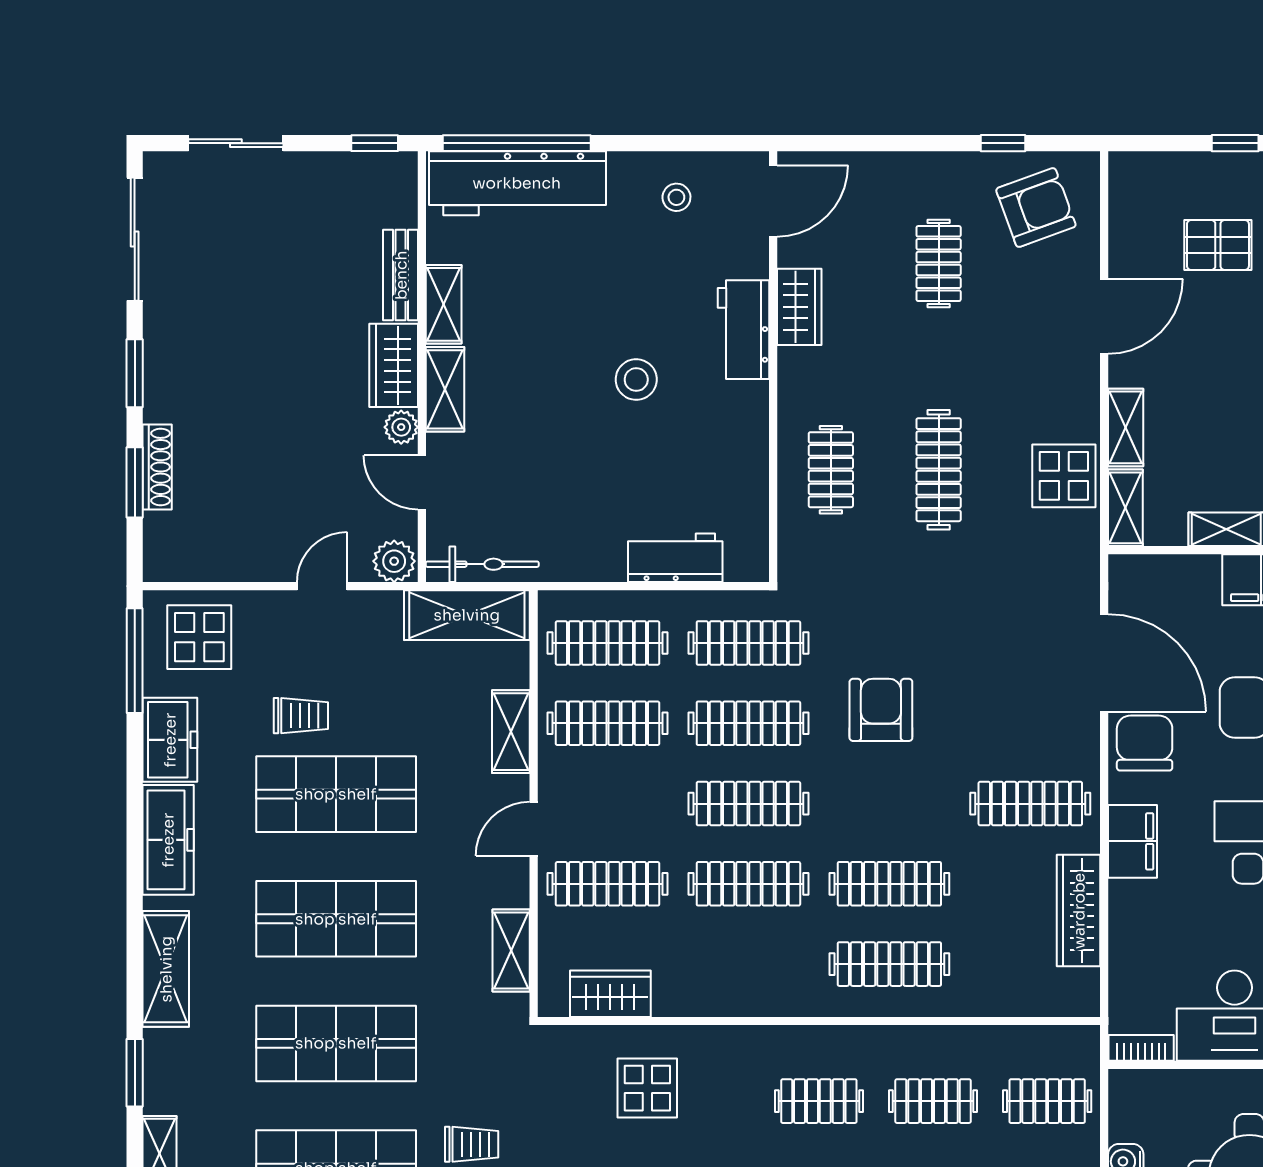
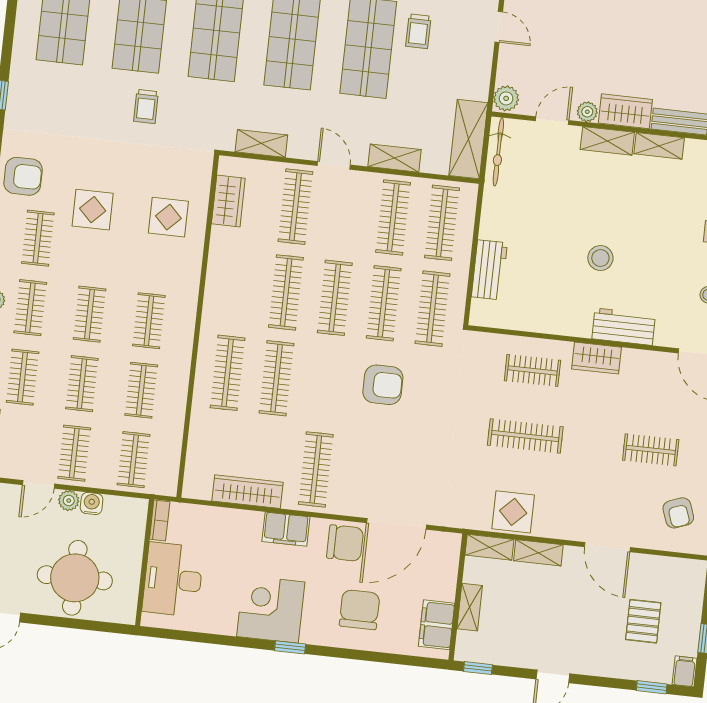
armchair: (1036, 207) -> (678, 513), width x0.72, depth x0.72
wardrobe: (799, 307) -> (597, 358), moved
door: (322, 586) -> (499, 27), moved

